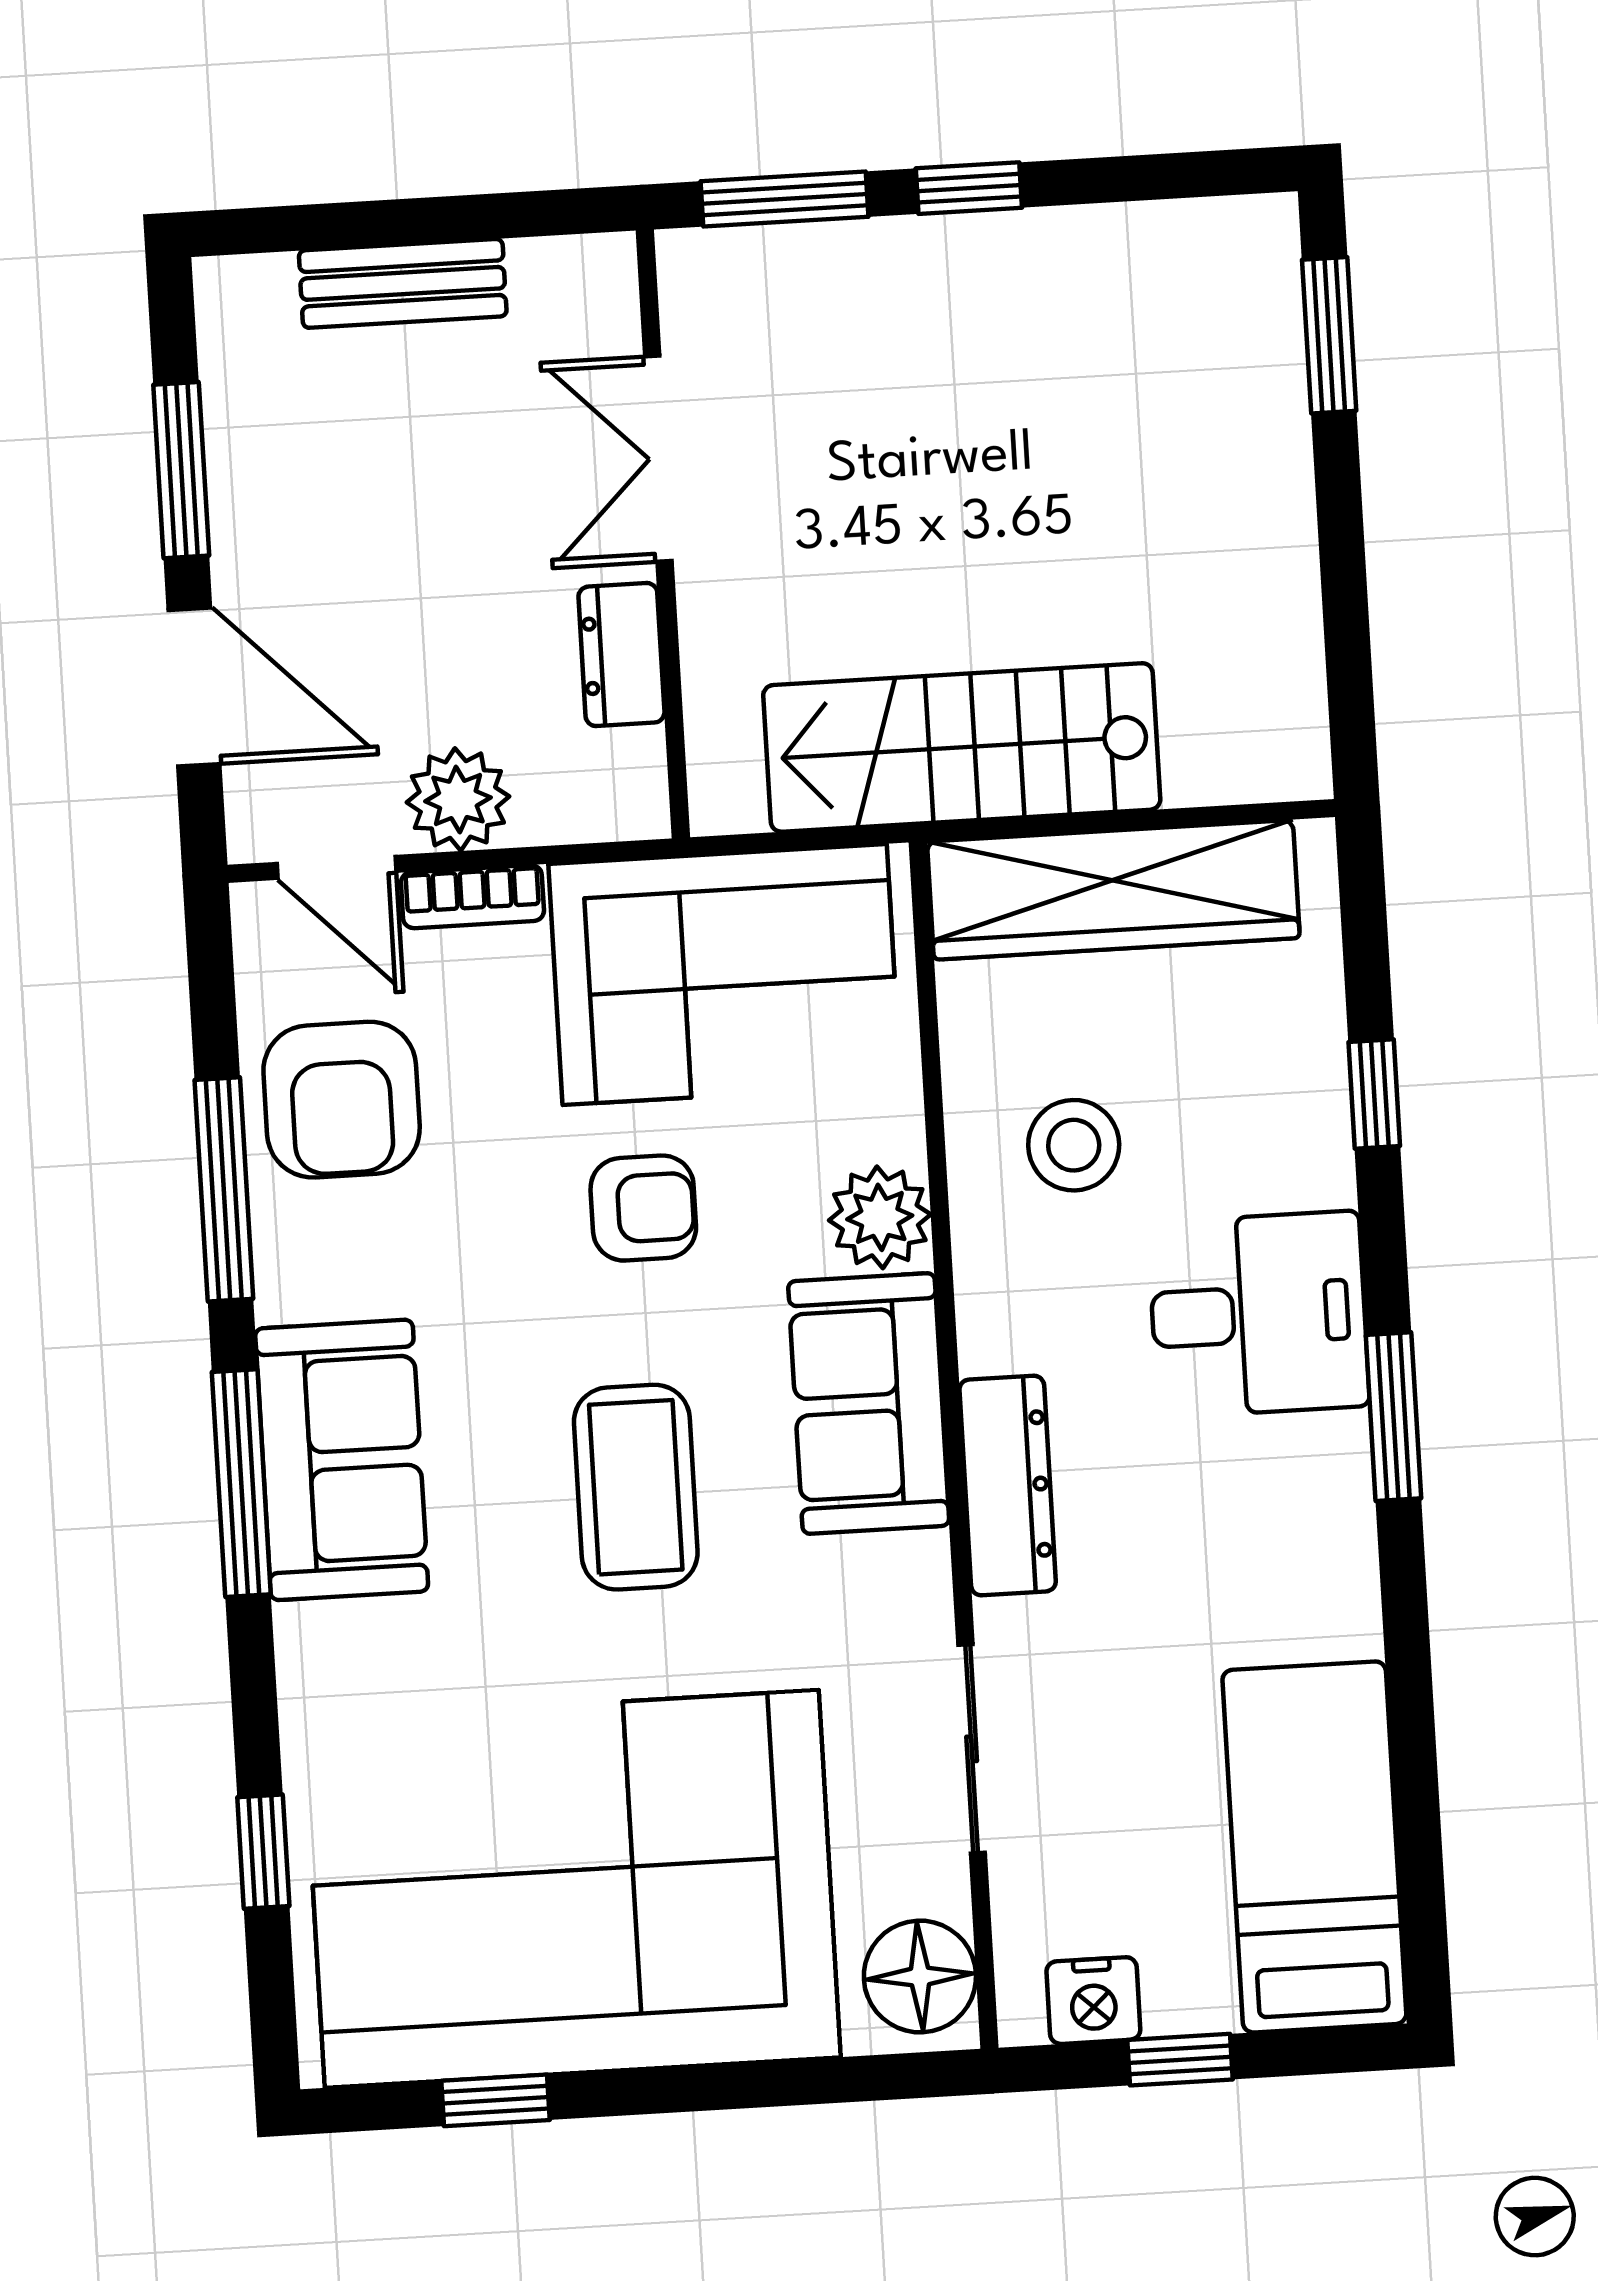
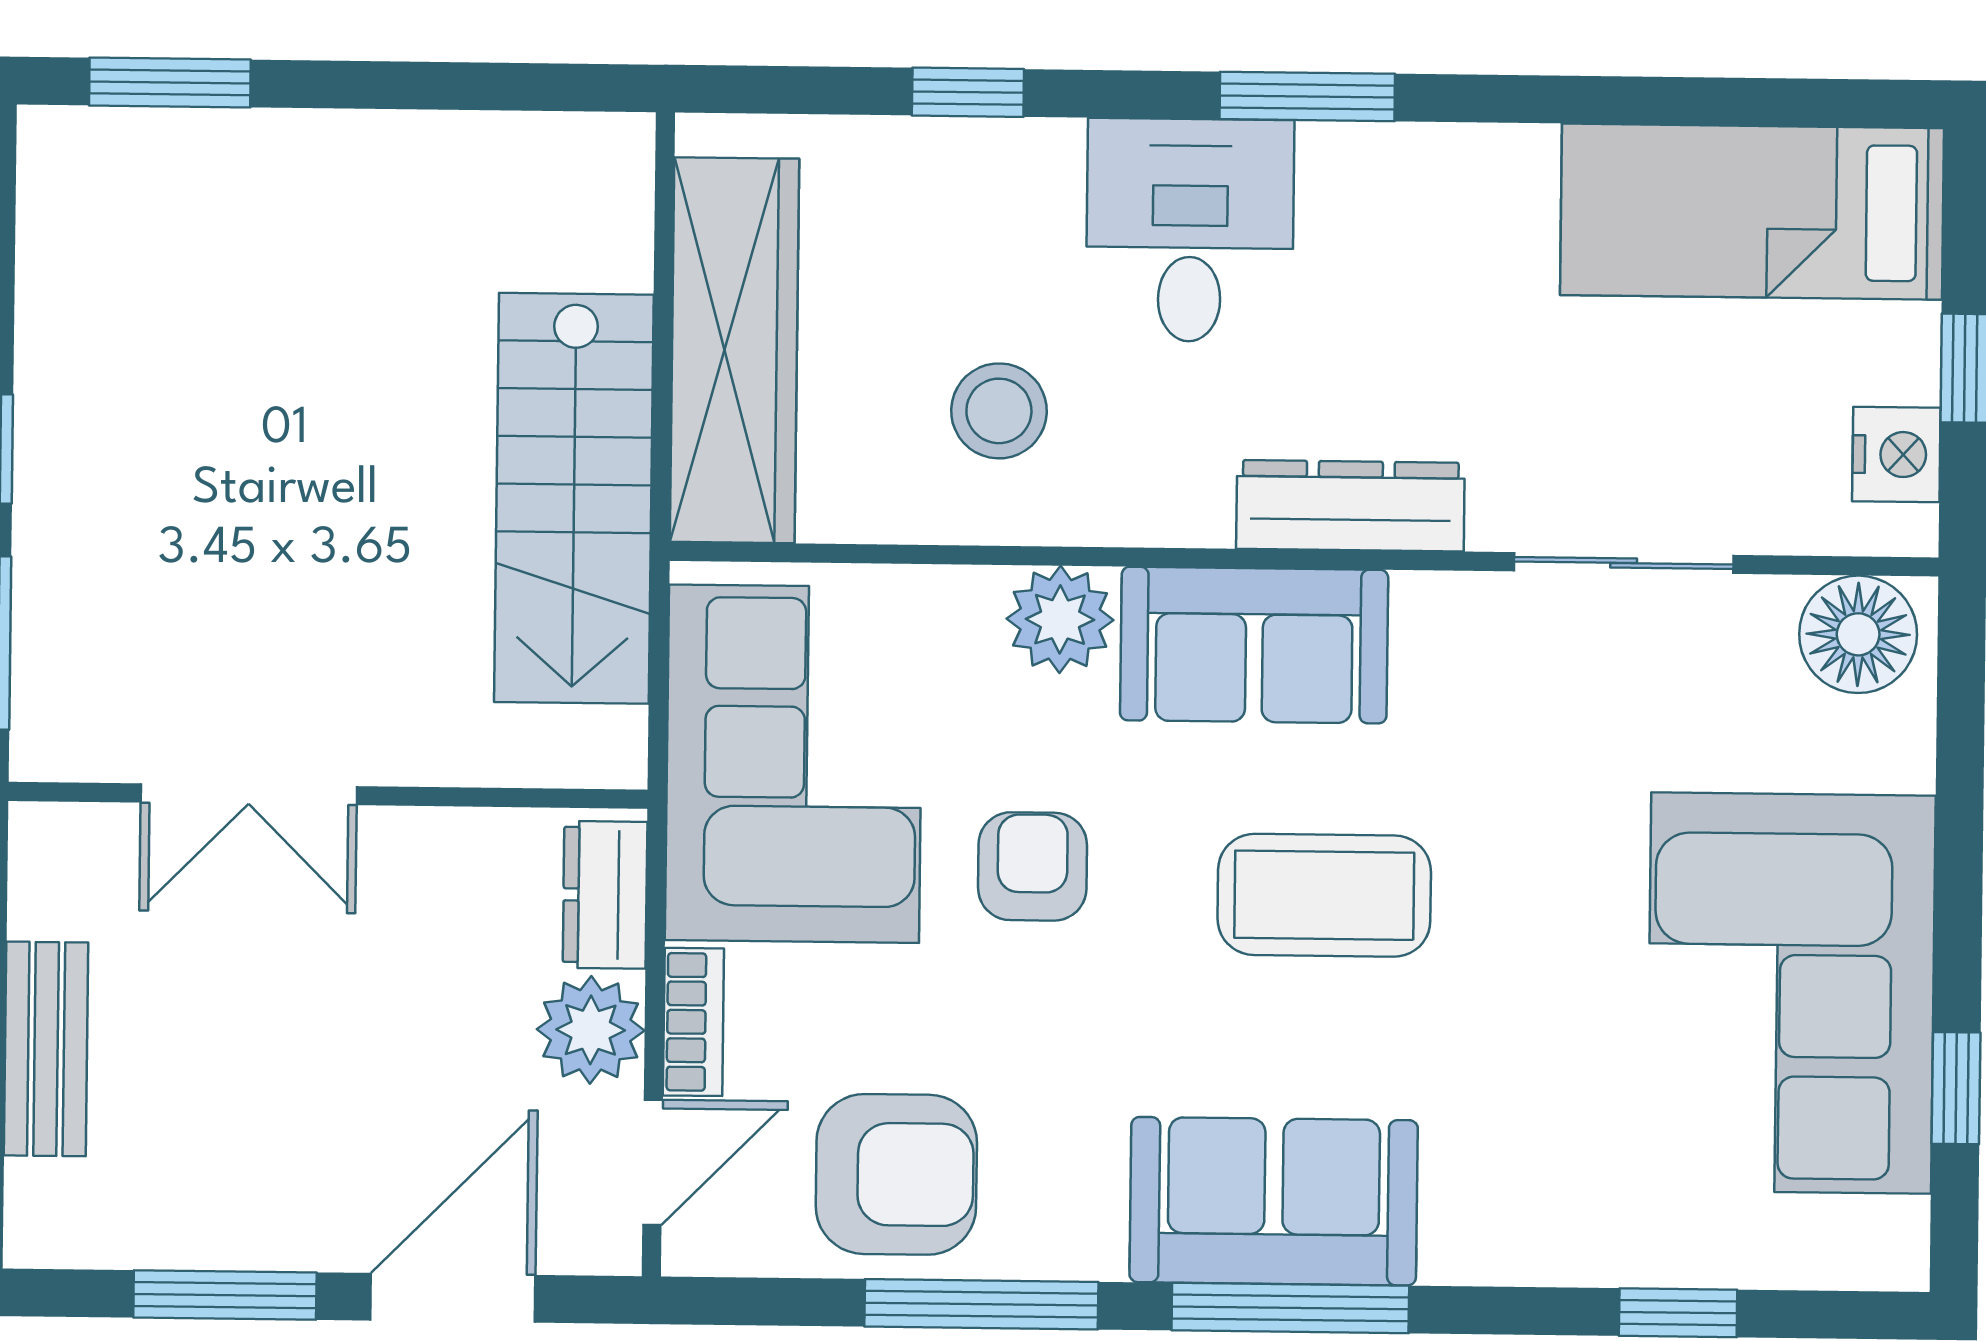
dresser: (621, 655) -> (605, 895), moved, turned 90
corner sofa: (572, 1889) -> (1791, 993), width x0.73, depth x0.74

